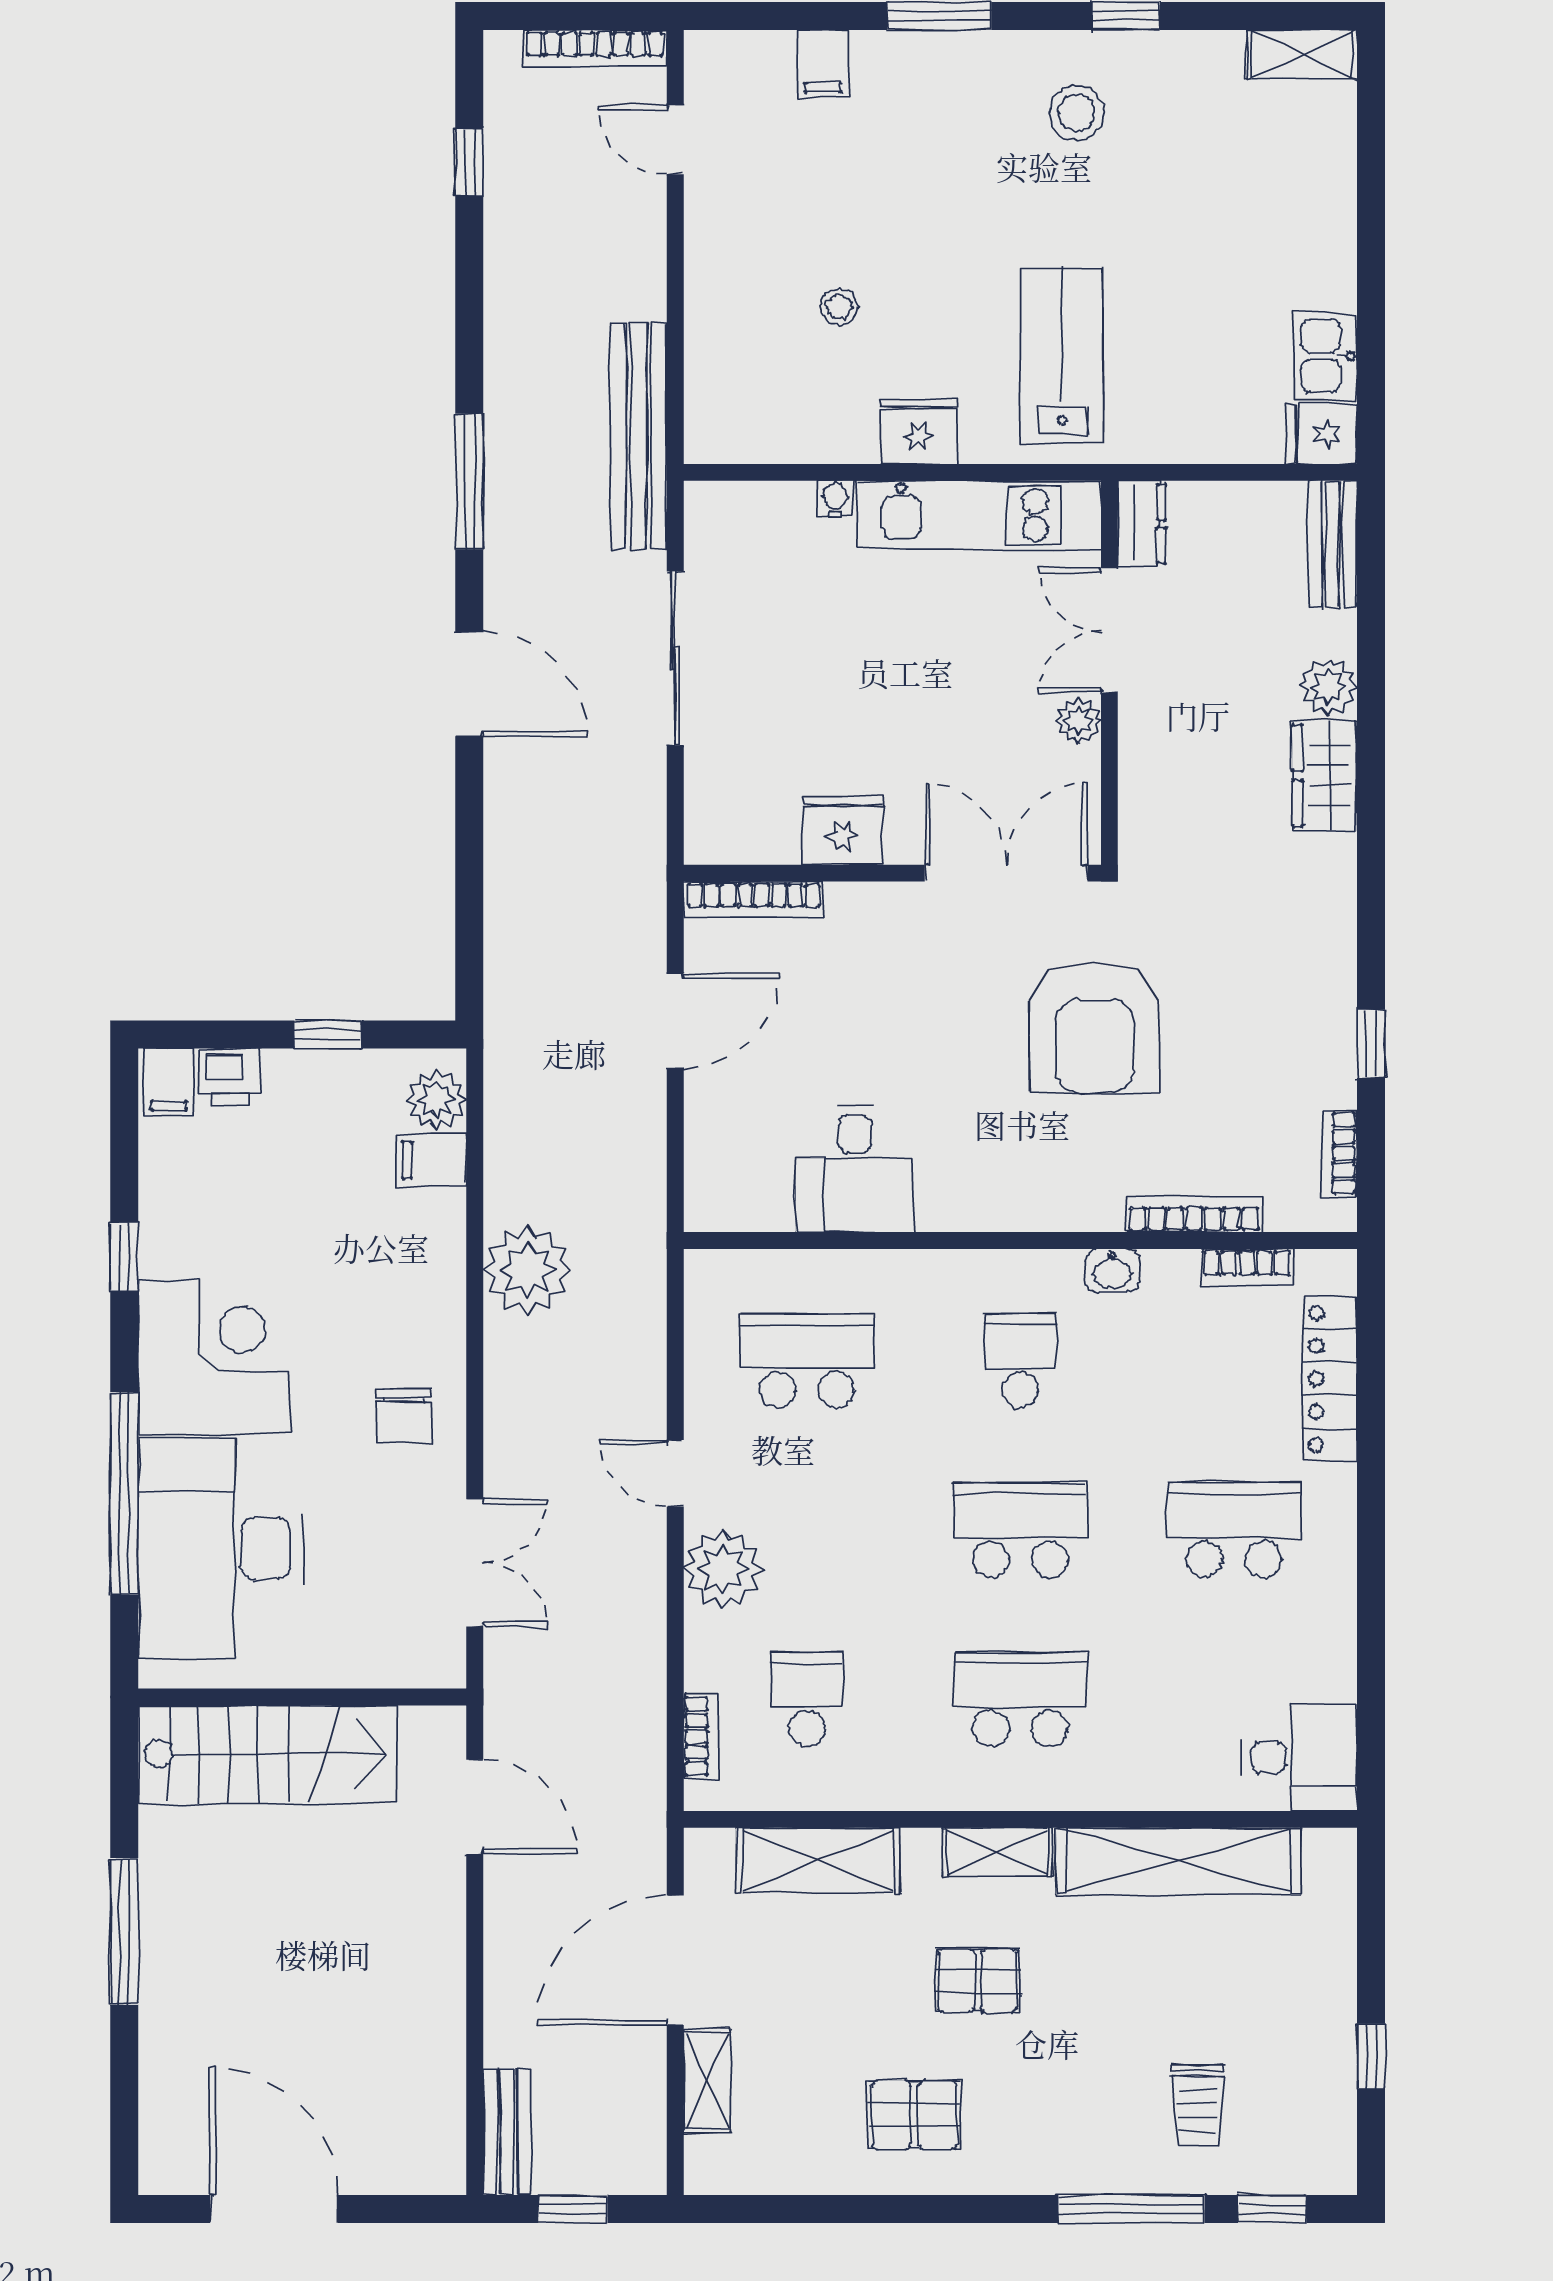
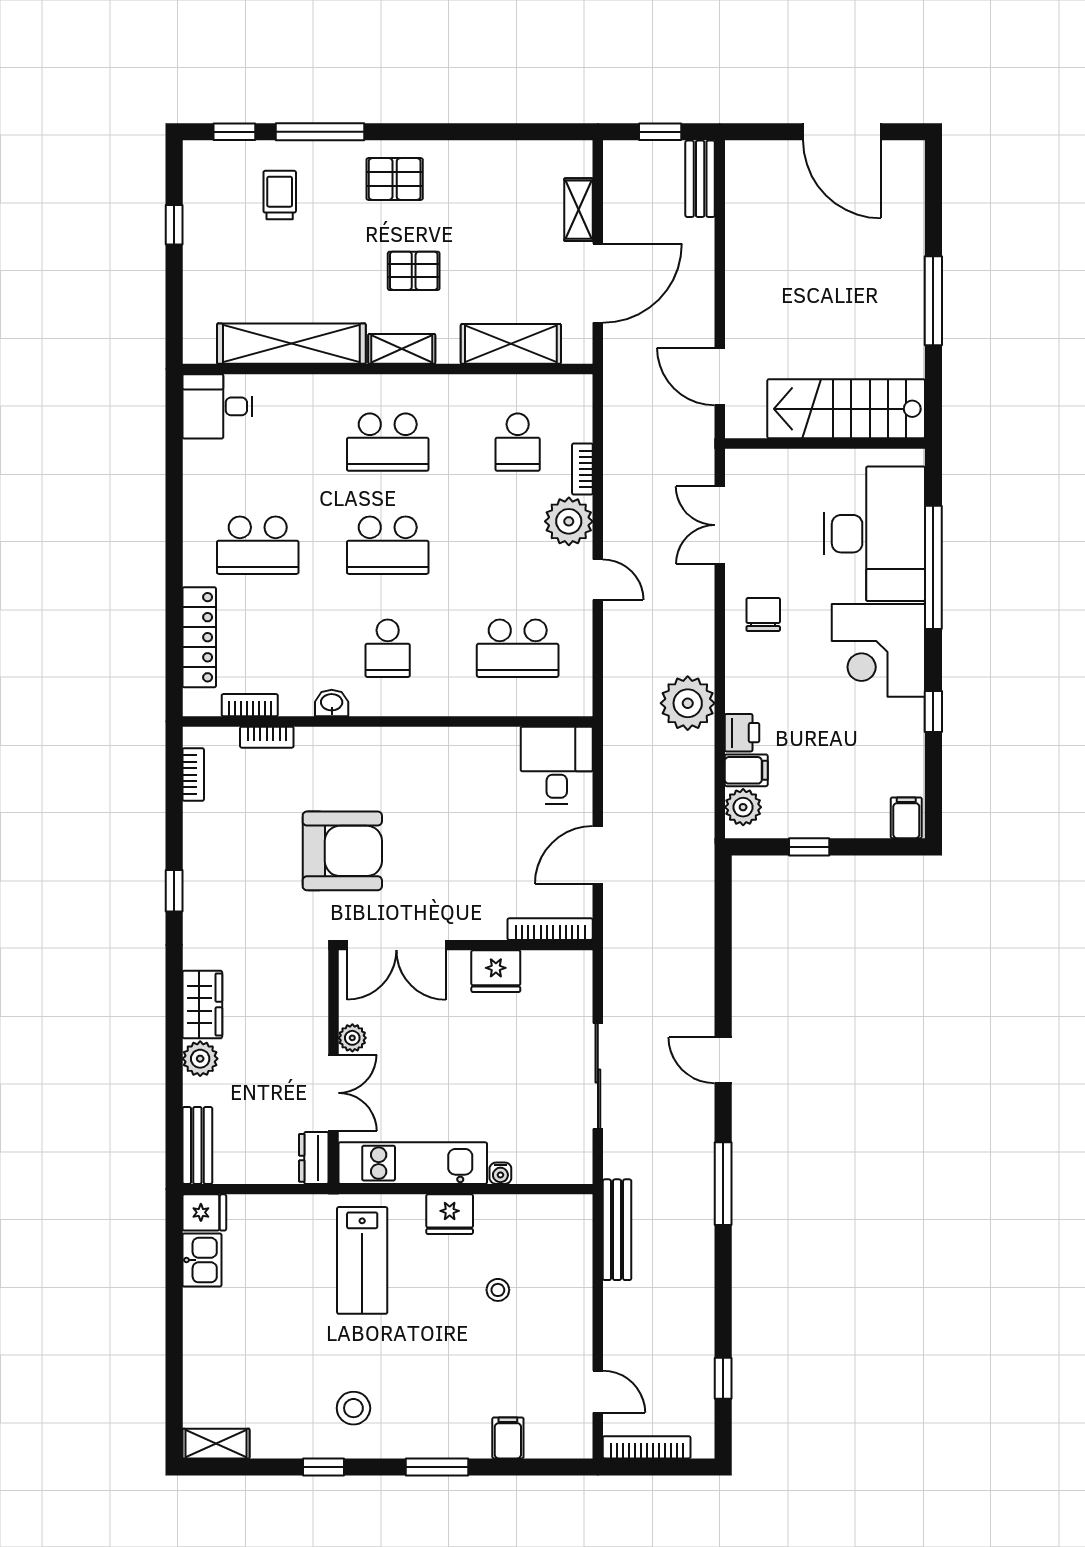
bench: (639, 436) -> (617, 1230), width x0.73, depth x0.82
door: (469, 684) -> (723, 1060), width x0.73
armchair: (1095, 1028) -> (342, 851), turned 90
window: (1371, 1044) -> (174, 891), moved
printer: (229, 1077) -> (742, 733), moved, turned 90
desk: (855, 1168) -> (557, 765), moved
bookcase: (1194, 1215) -> (267, 737), width x0.64
bookcase: (700, 1737) -> (582, 469), moved
pallet: (914, 2115) -> (395, 179), moved

